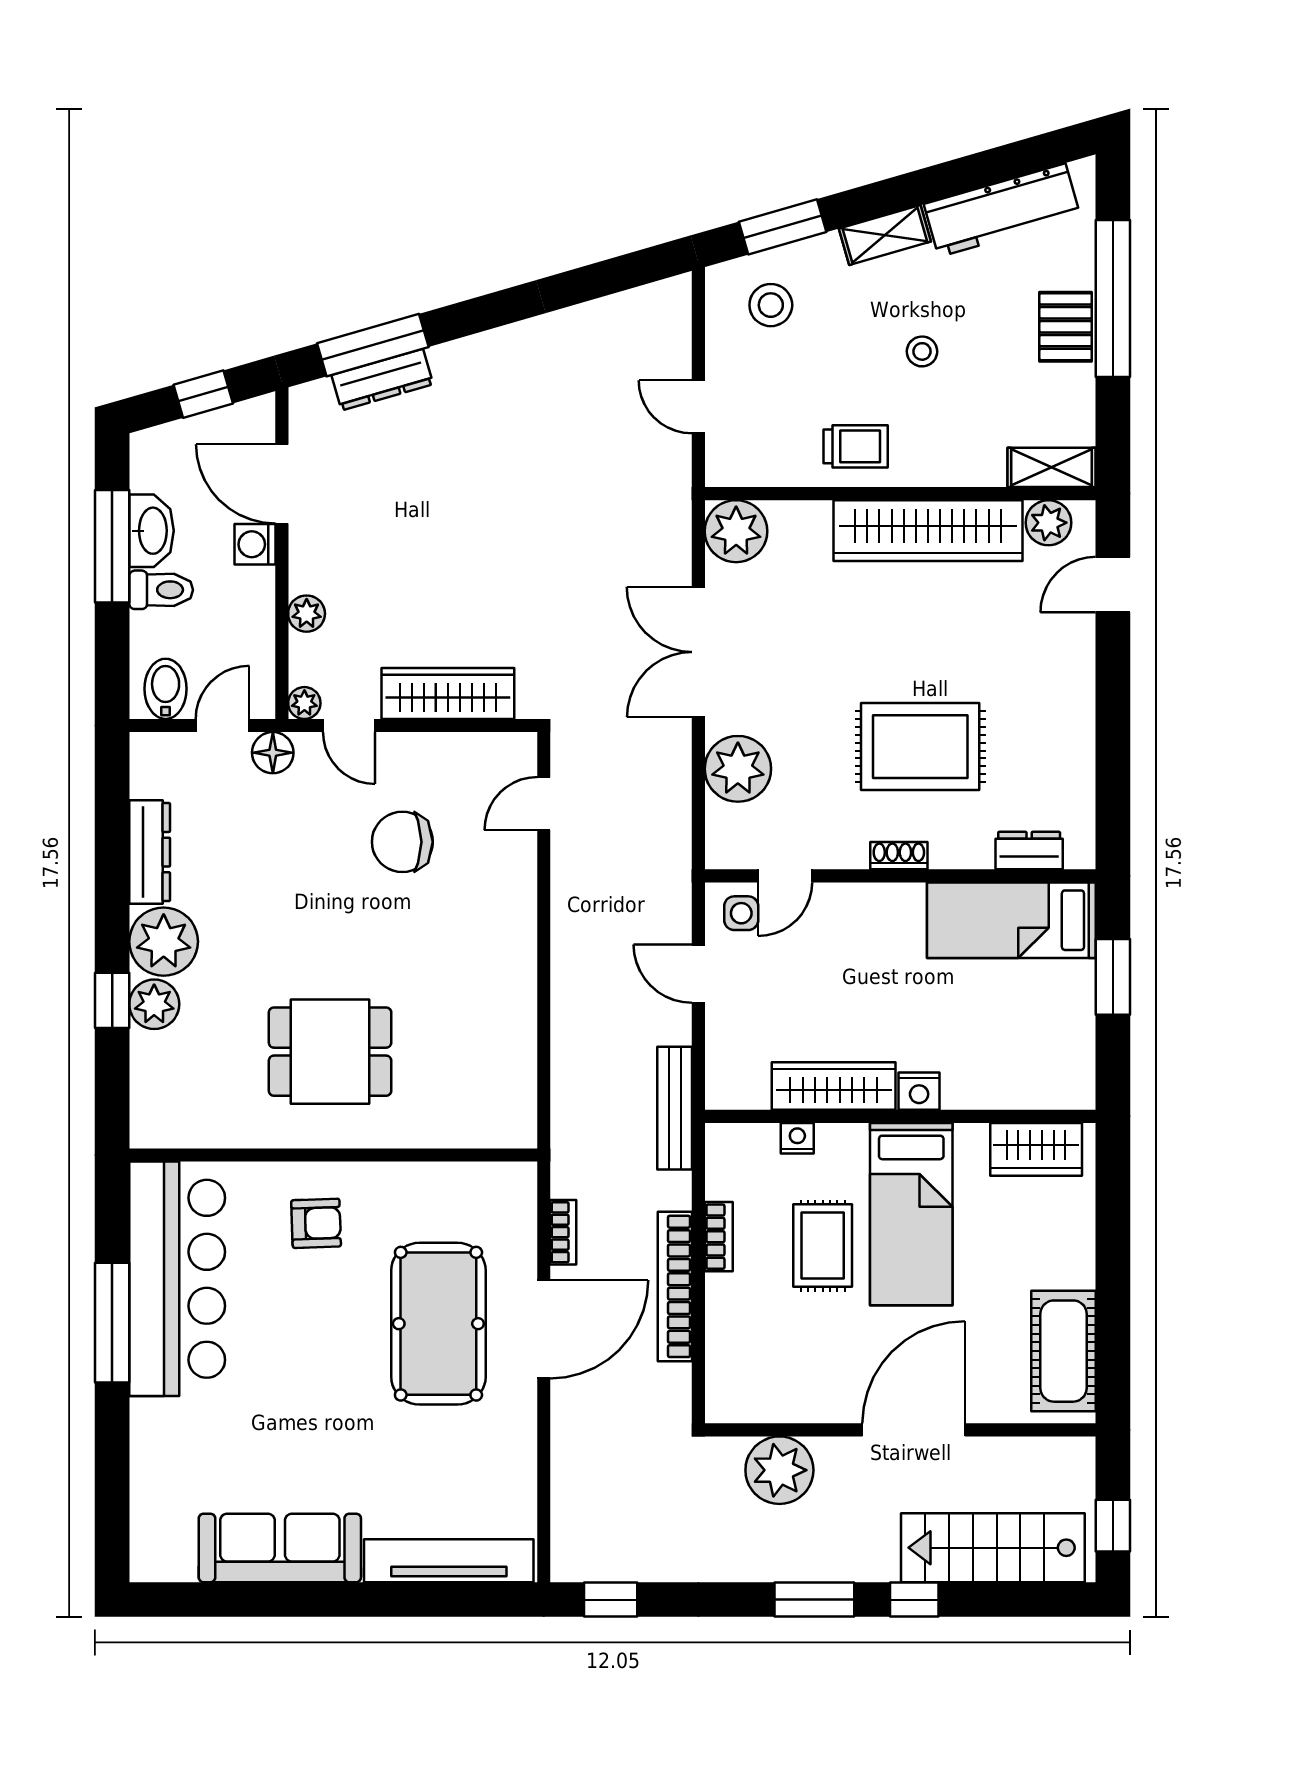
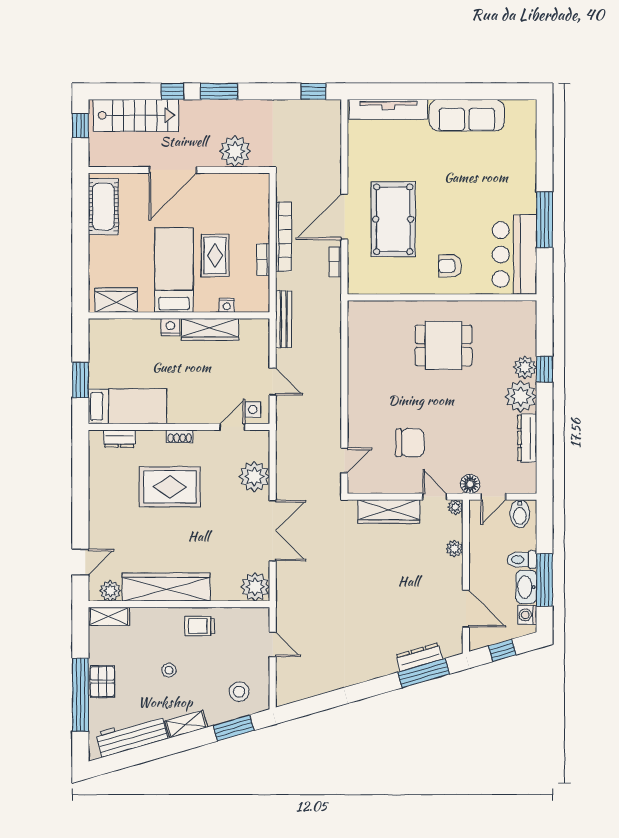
washing machine: (255, 544) -> (527, 615), moved, turned 180
bar counter: (177, 1279) -> (514, 255), width x0.73

